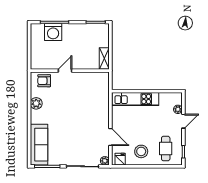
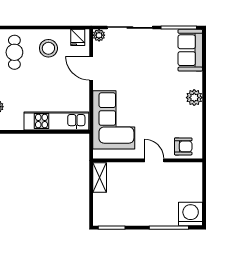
washing machine: (53, 32) -> (191, 214), moved
door: (65, 71) -> (154, 160), swing flipped
corner sofa: (94, 100) -> (114, 120), added
plant: (36, 103) -> (194, 98), moved
sofa: (39, 145) -> (190, 50), width x0.73

